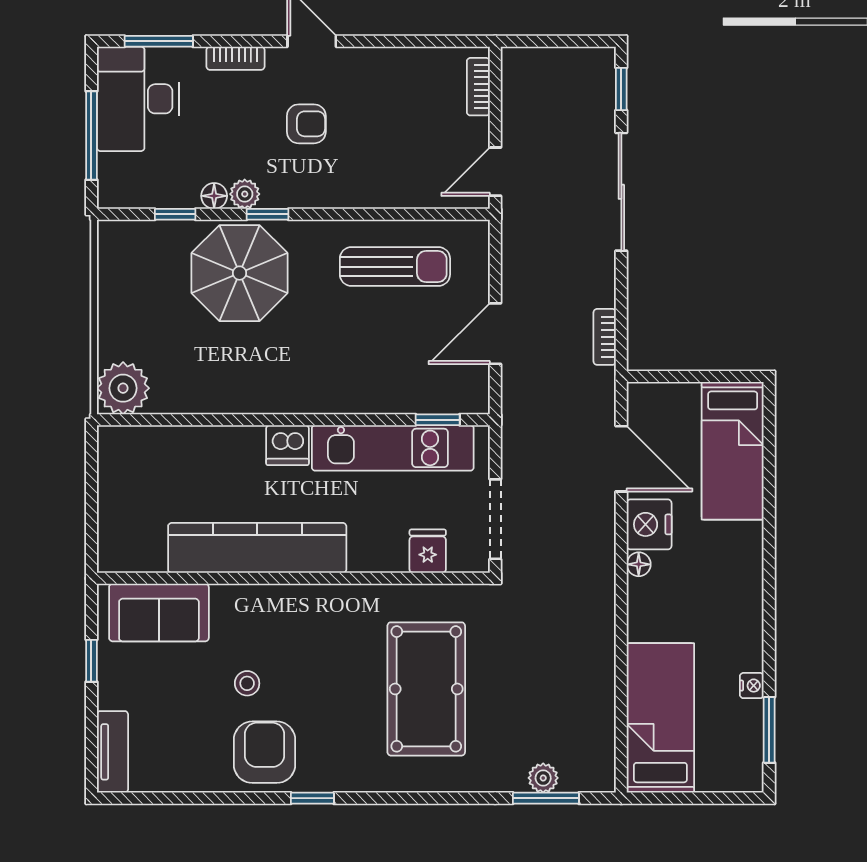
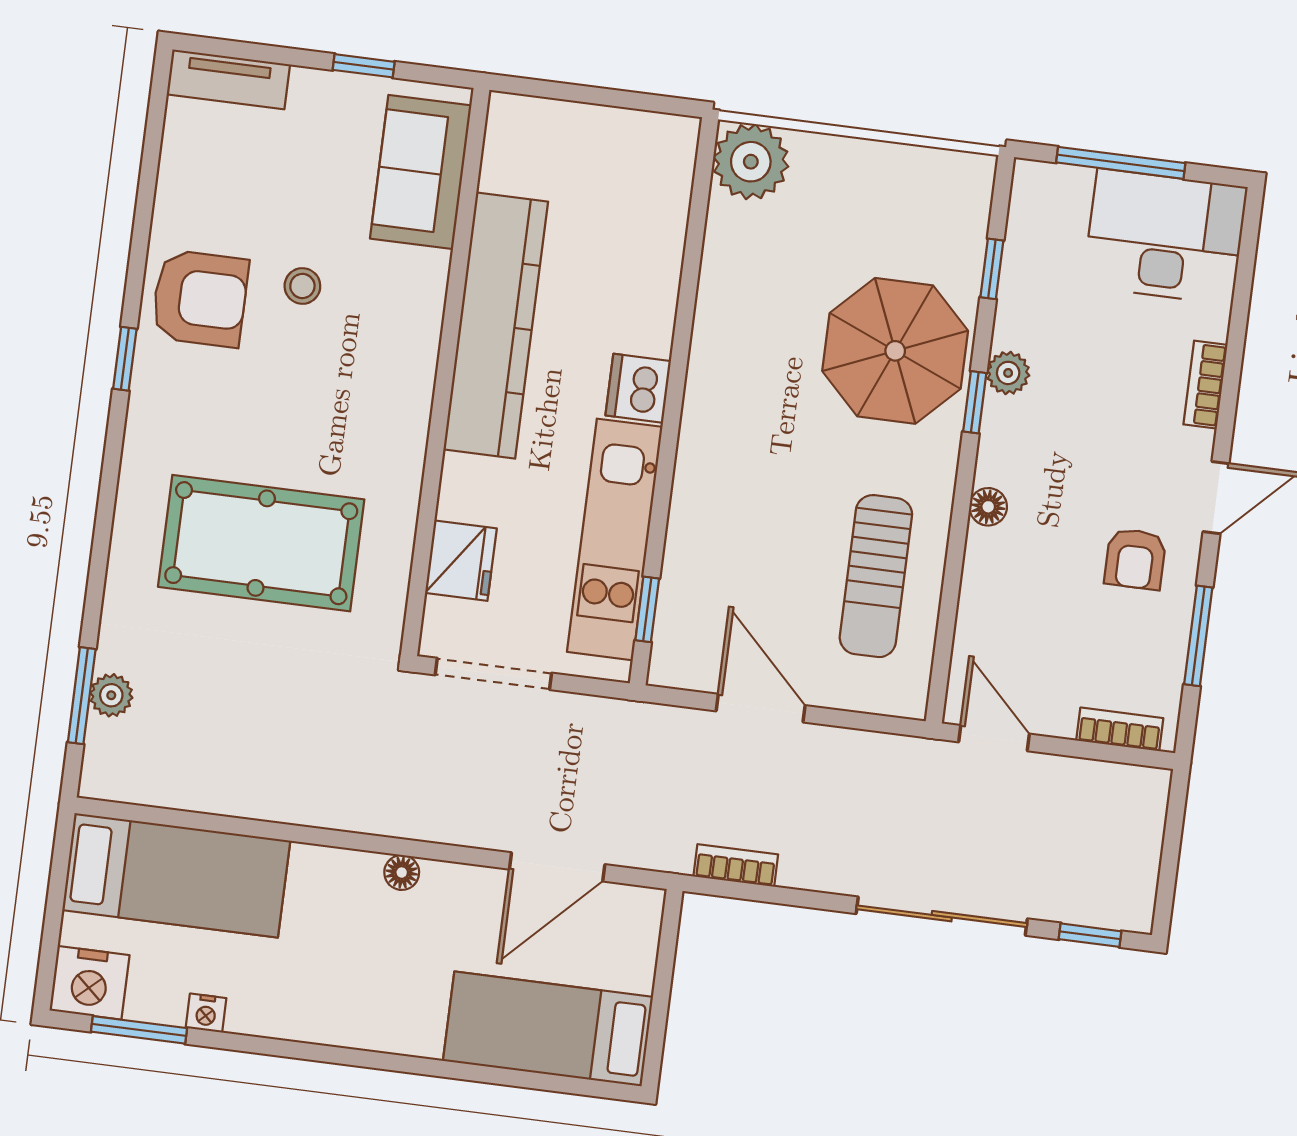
window: (159, 41) -> (1198, 636), moved
armchair: (306, 124) -> (1135, 559), moved
floor lamp: (214, 196) -> (988, 507), moved
nightstand: (649, 524) -> (89, 983), moved, turned 180
fridge: (428, 551) -> (461, 561), width x1.38

